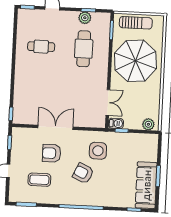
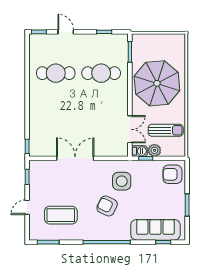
plant: (85, 18) -> (101, 40), removed
sun lounger: (136, 23) -> (166, 130), moved
cafe table: (41, 47) -> (56, 73), width x1.37, depth x1.35
cafe table: (84, 49) -> (101, 73), turned 90
plant: (148, 124) -> (154, 150), moved
armchair: (52, 153) -> (172, 174), moved
coffee table: (39, 180) -> (61, 215), width x1.36, depth x1.32
sofa: (146, 185) -> (155, 230), moved, turned 90

